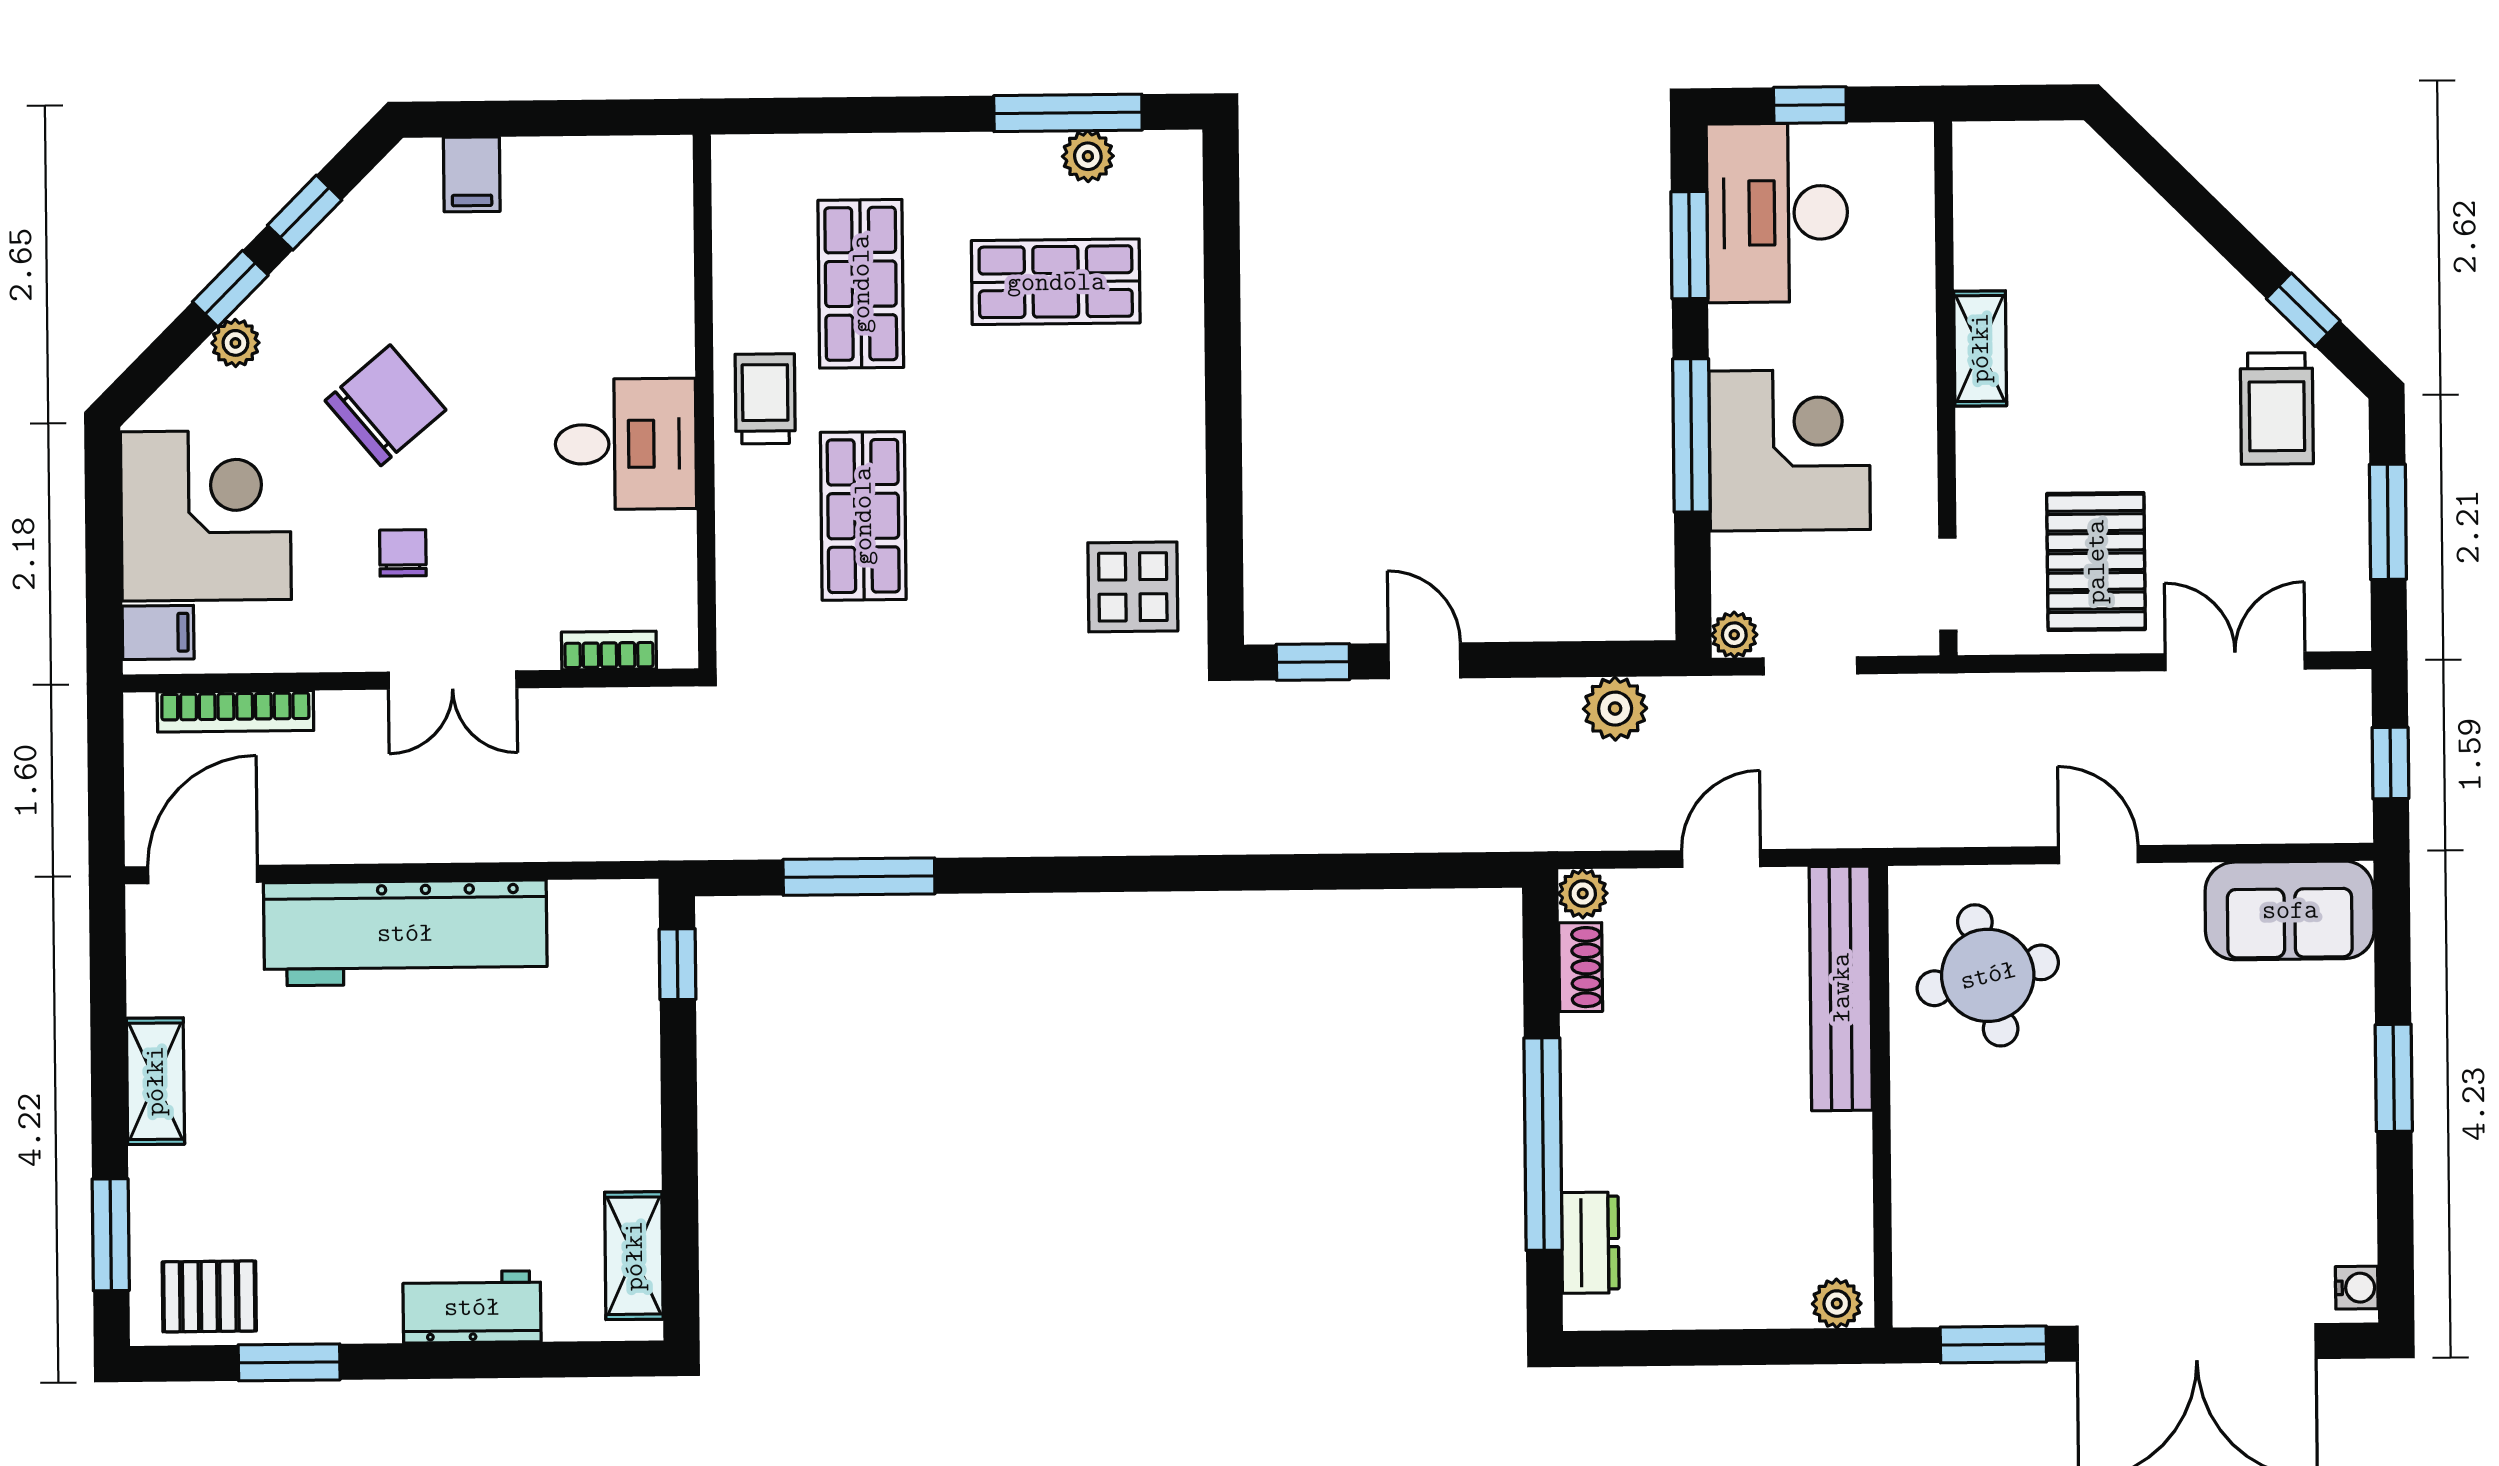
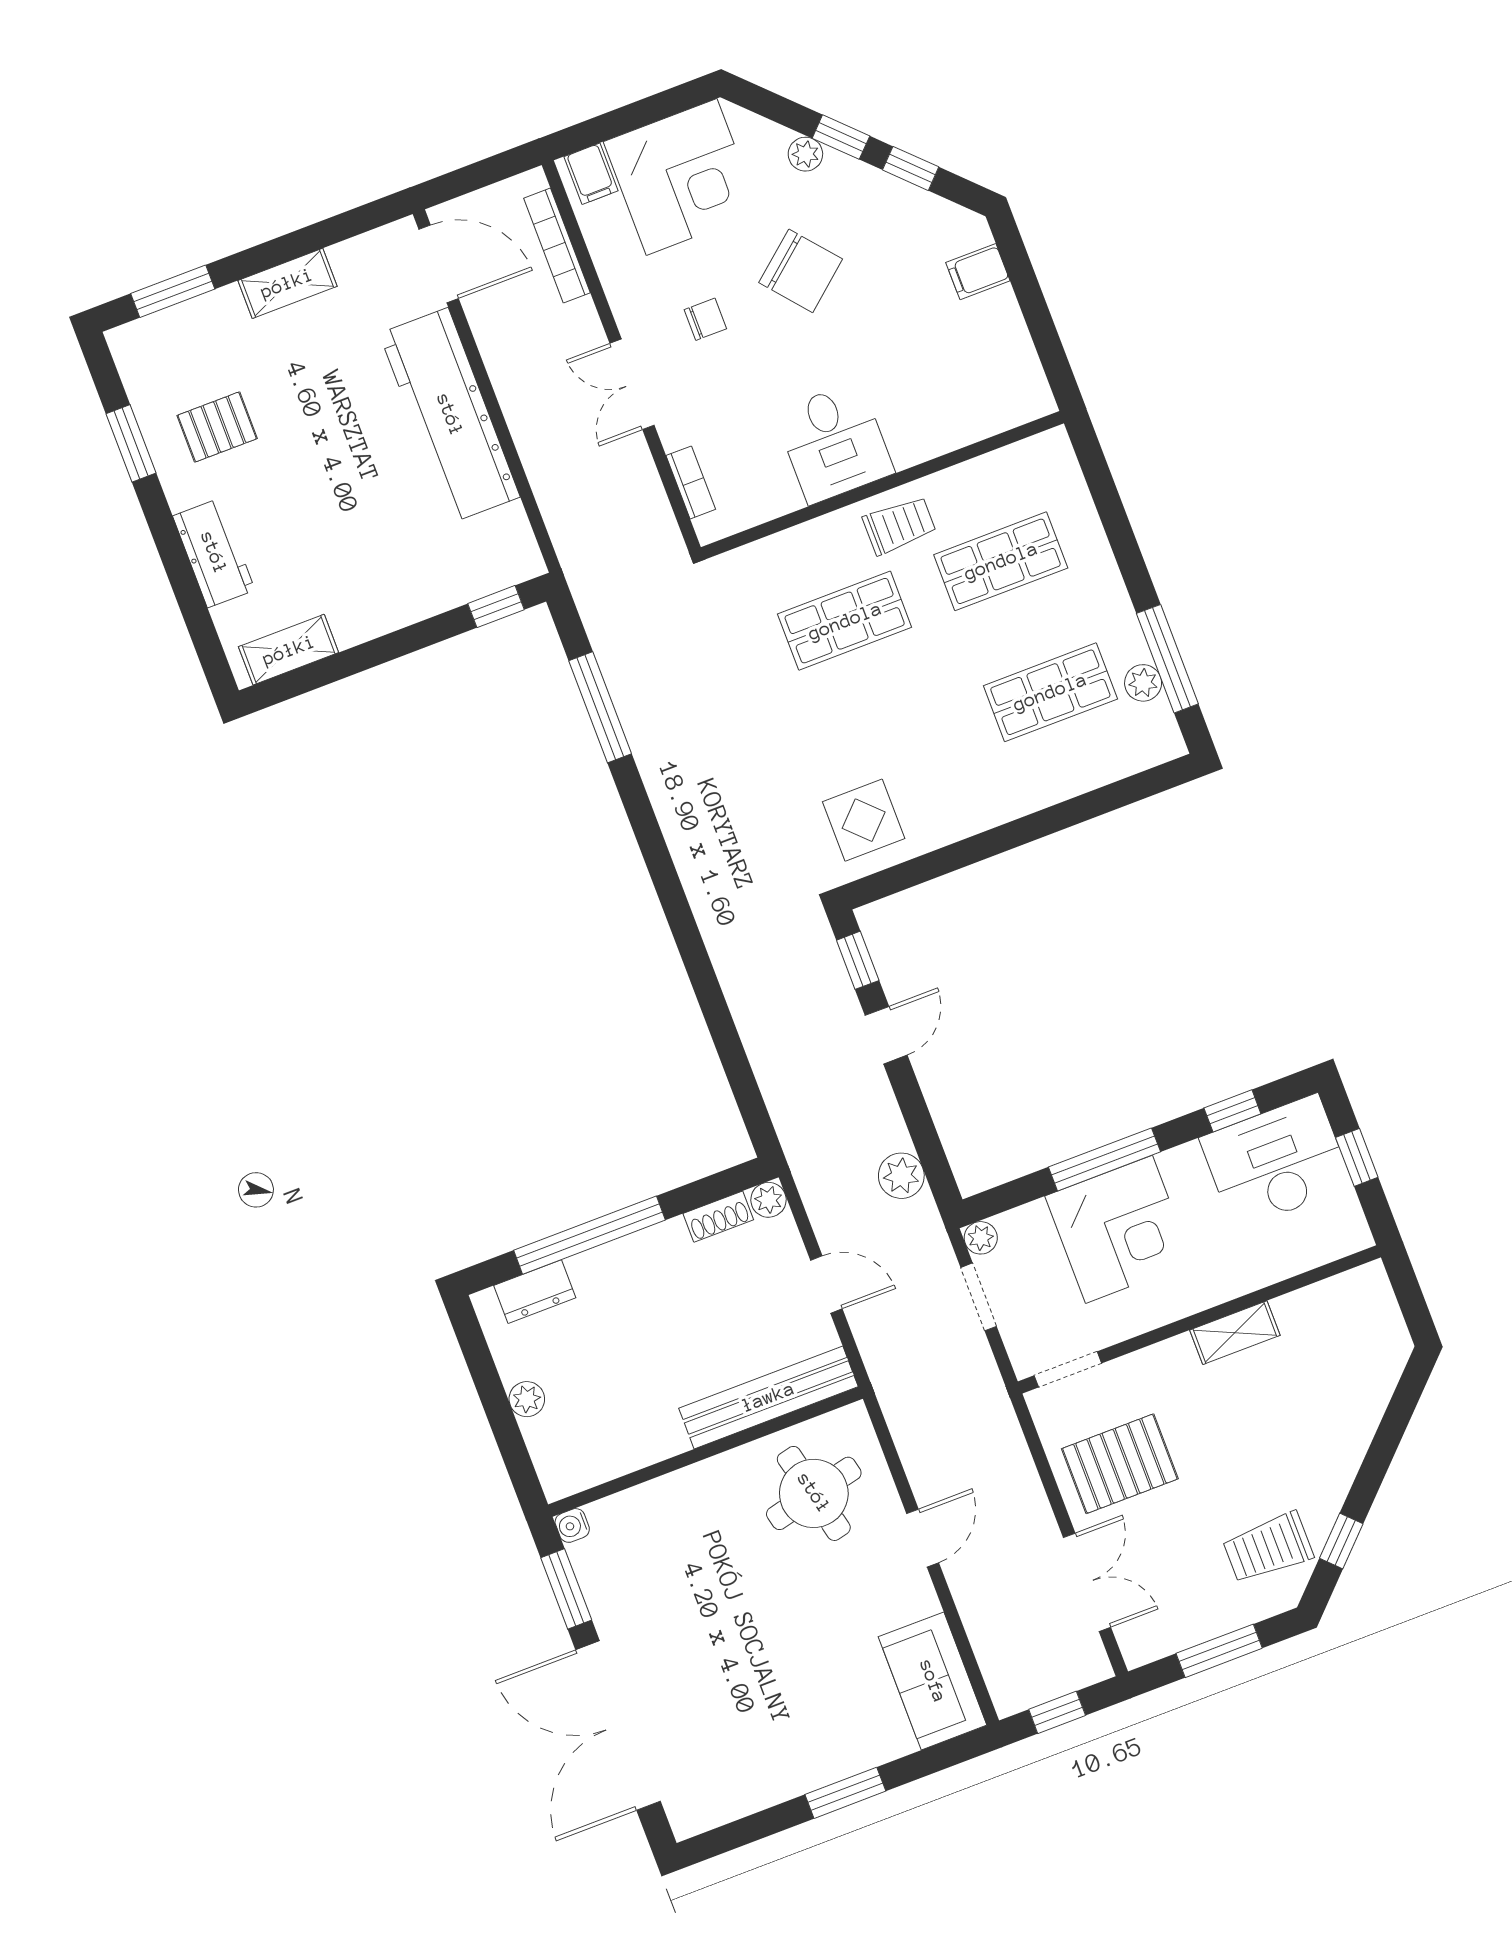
window: (1689, 245) -> (1232, 1111), width x0.67
shop shelf: (1056, 282) -> (1050, 692), turned 90
water cooler: (2357, 1288) -> (572, 1525), moved, turned 90
pallet: (209, 1296) -> (217, 427), moved, turned 90
plant: (1837, 1304) -> (527, 1399), moved

